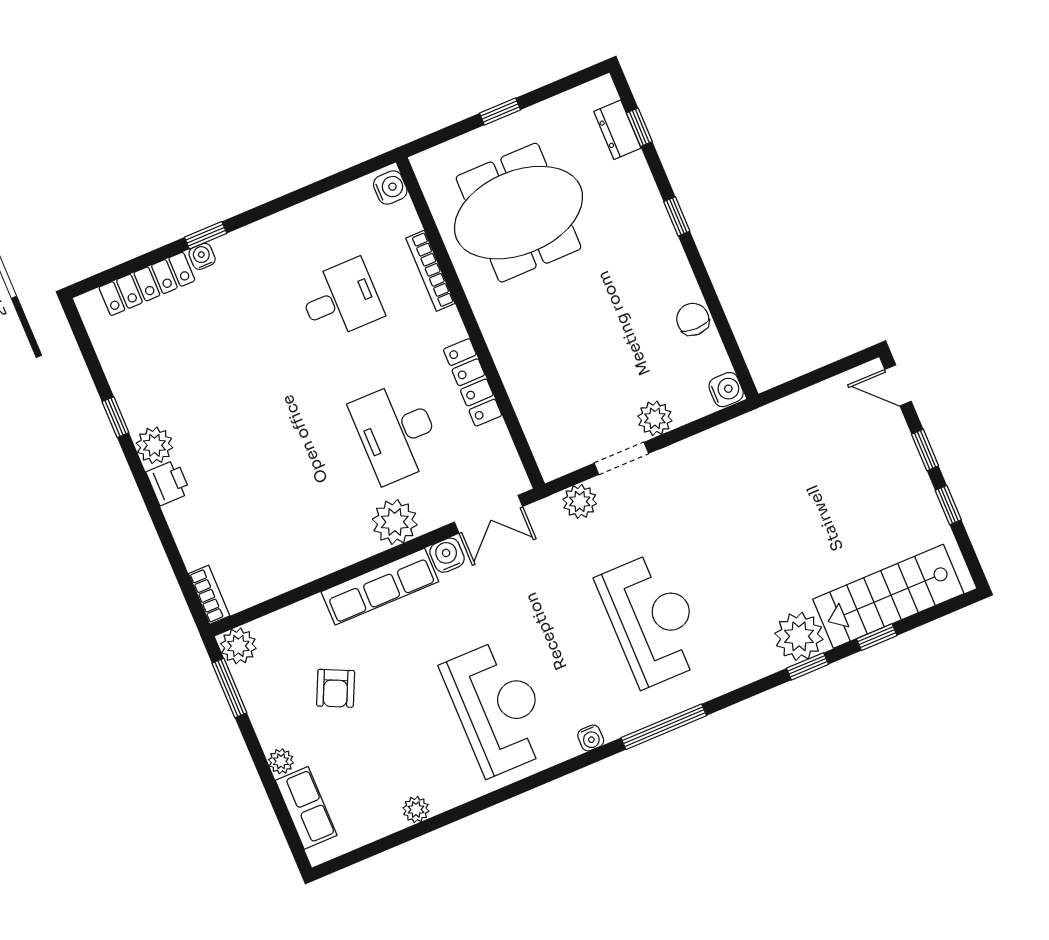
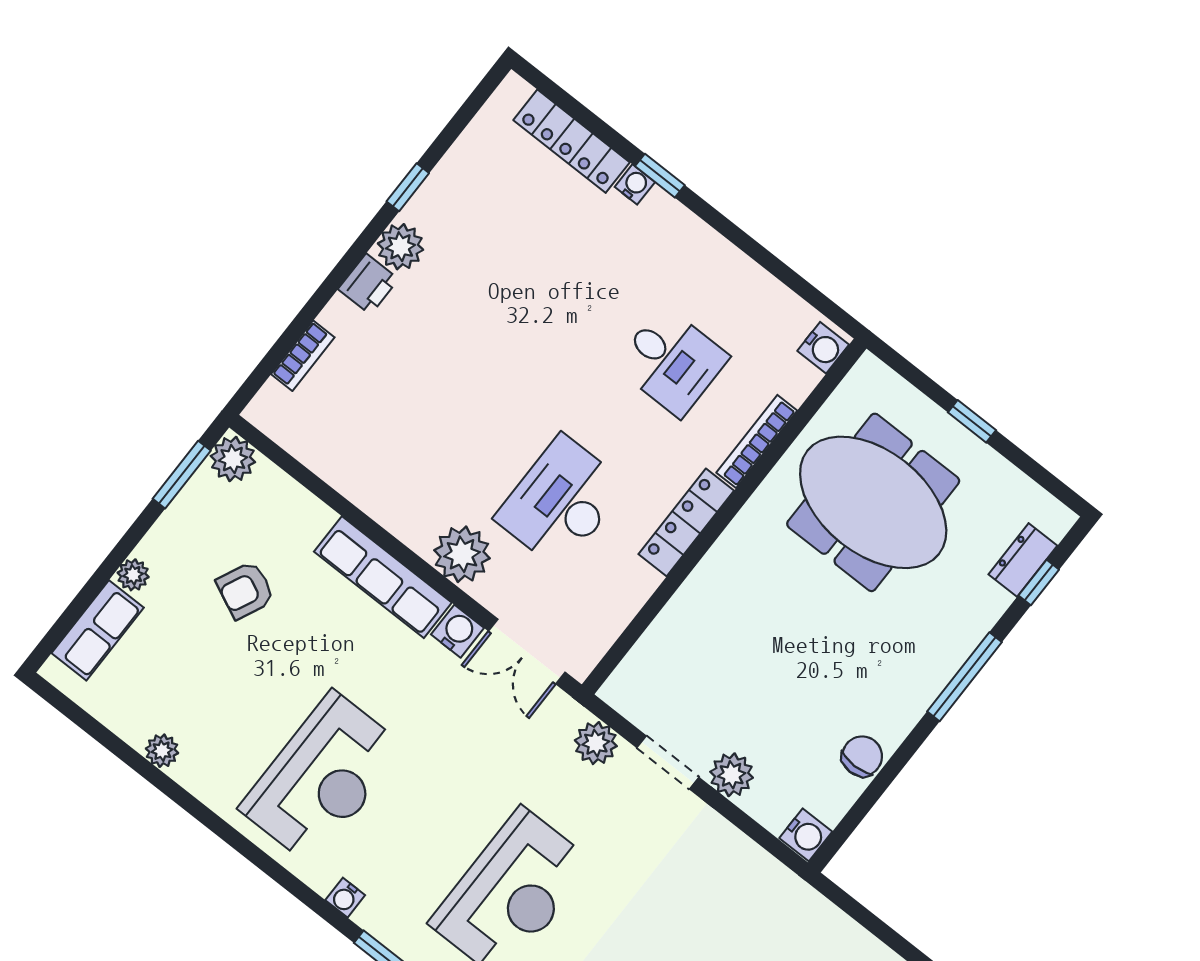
window: (677, 216) -> (965, 677), width x2.17
locker: (473, 382) -> (686, 522), moved
bookcase: (209, 595) -> (303, 356), moved

